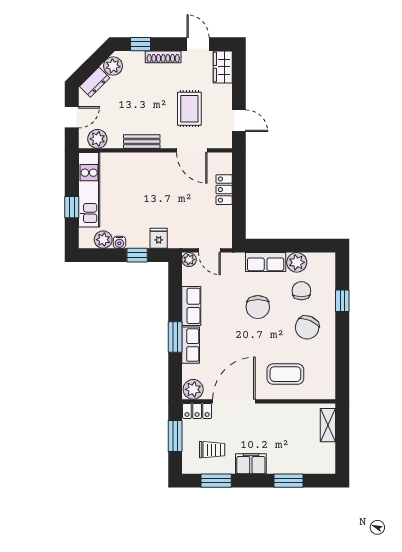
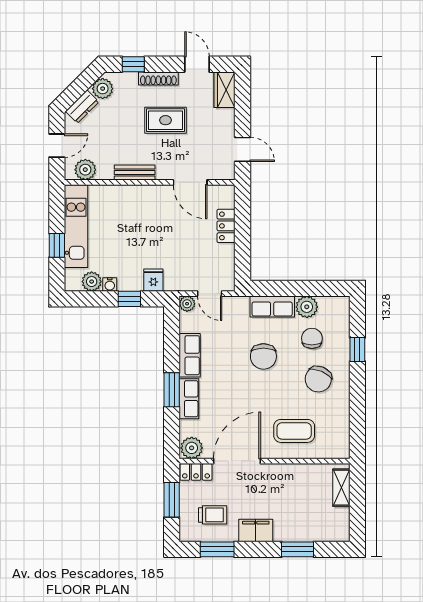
rug: (189, 109) -> (165, 120), moved, turned 90

